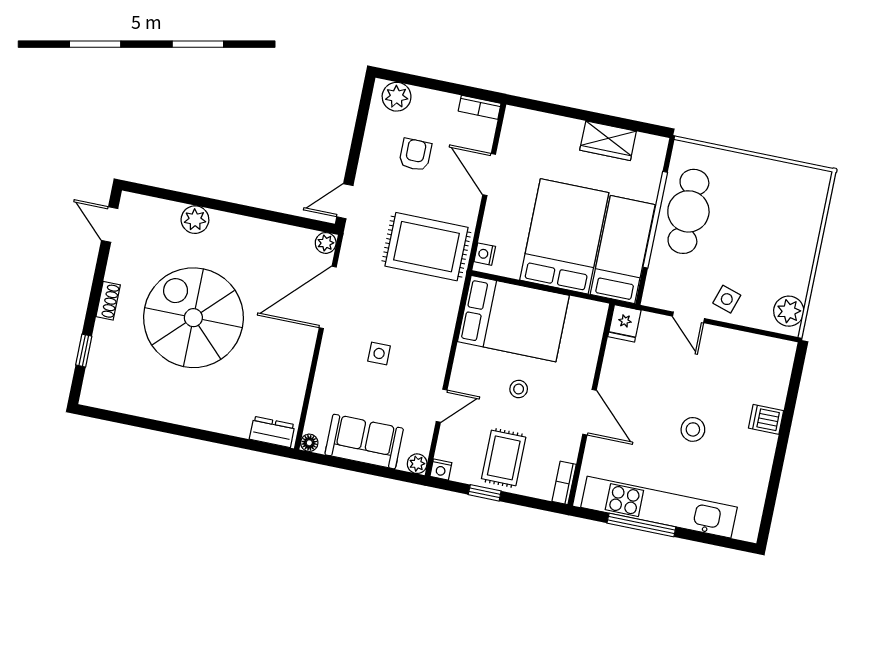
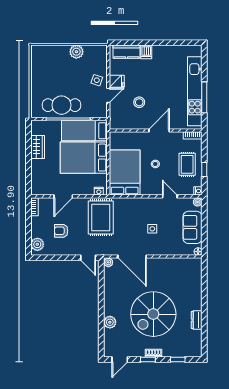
window: (97, 286) -> (148, 359), added
plant: (789, 311) -> (76, 52), moved
fridge: (624, 323) -> (117, 81), moved
kitchen counter: (776, 377) -> (127, 52), added
stool: (693, 429) -> (139, 102), moved
dresser: (272, 432) -> (197, 320), moved
rug: (504, 458) -> (187, 164), turned 90

